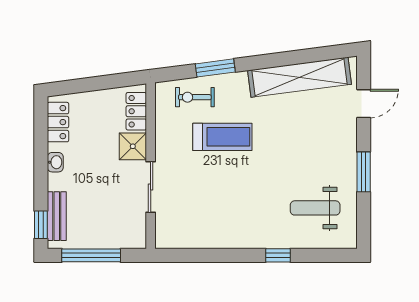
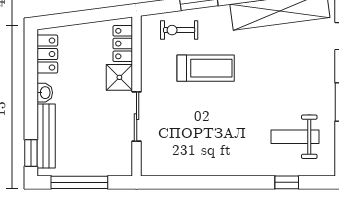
bench: (57, 216) -> (46, 136), width x1.36
window: (278, 255) -> (287, 182), moved

